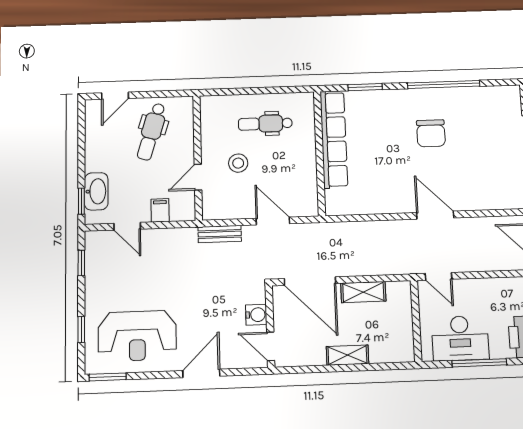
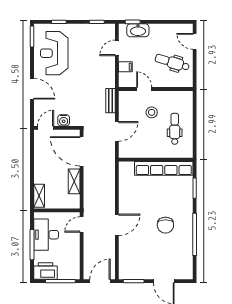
chair: (431, 133) -> (165, 225), turned -90
door: (310, 281) -> (82, 151), hinge flipped
shelving: (347, 355) -> (39, 196), moved

